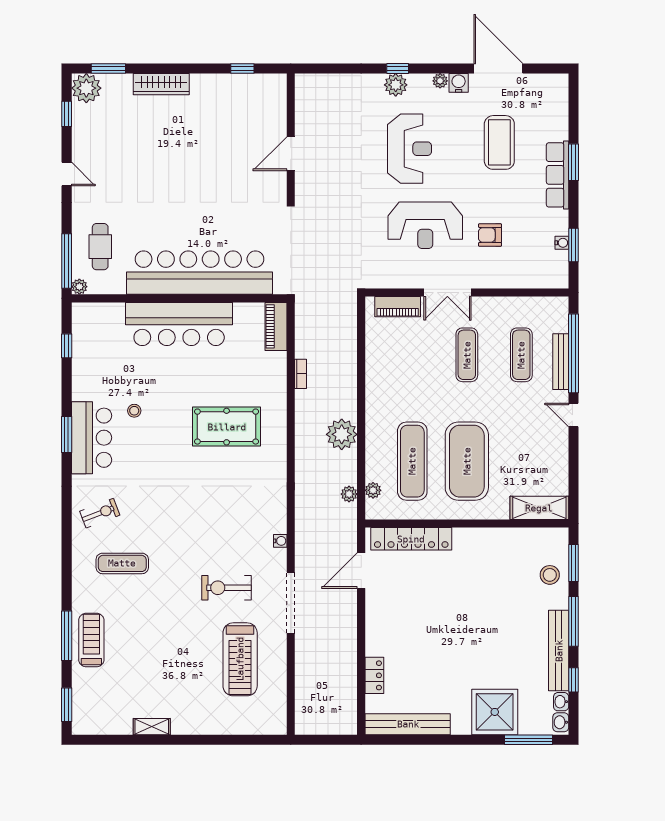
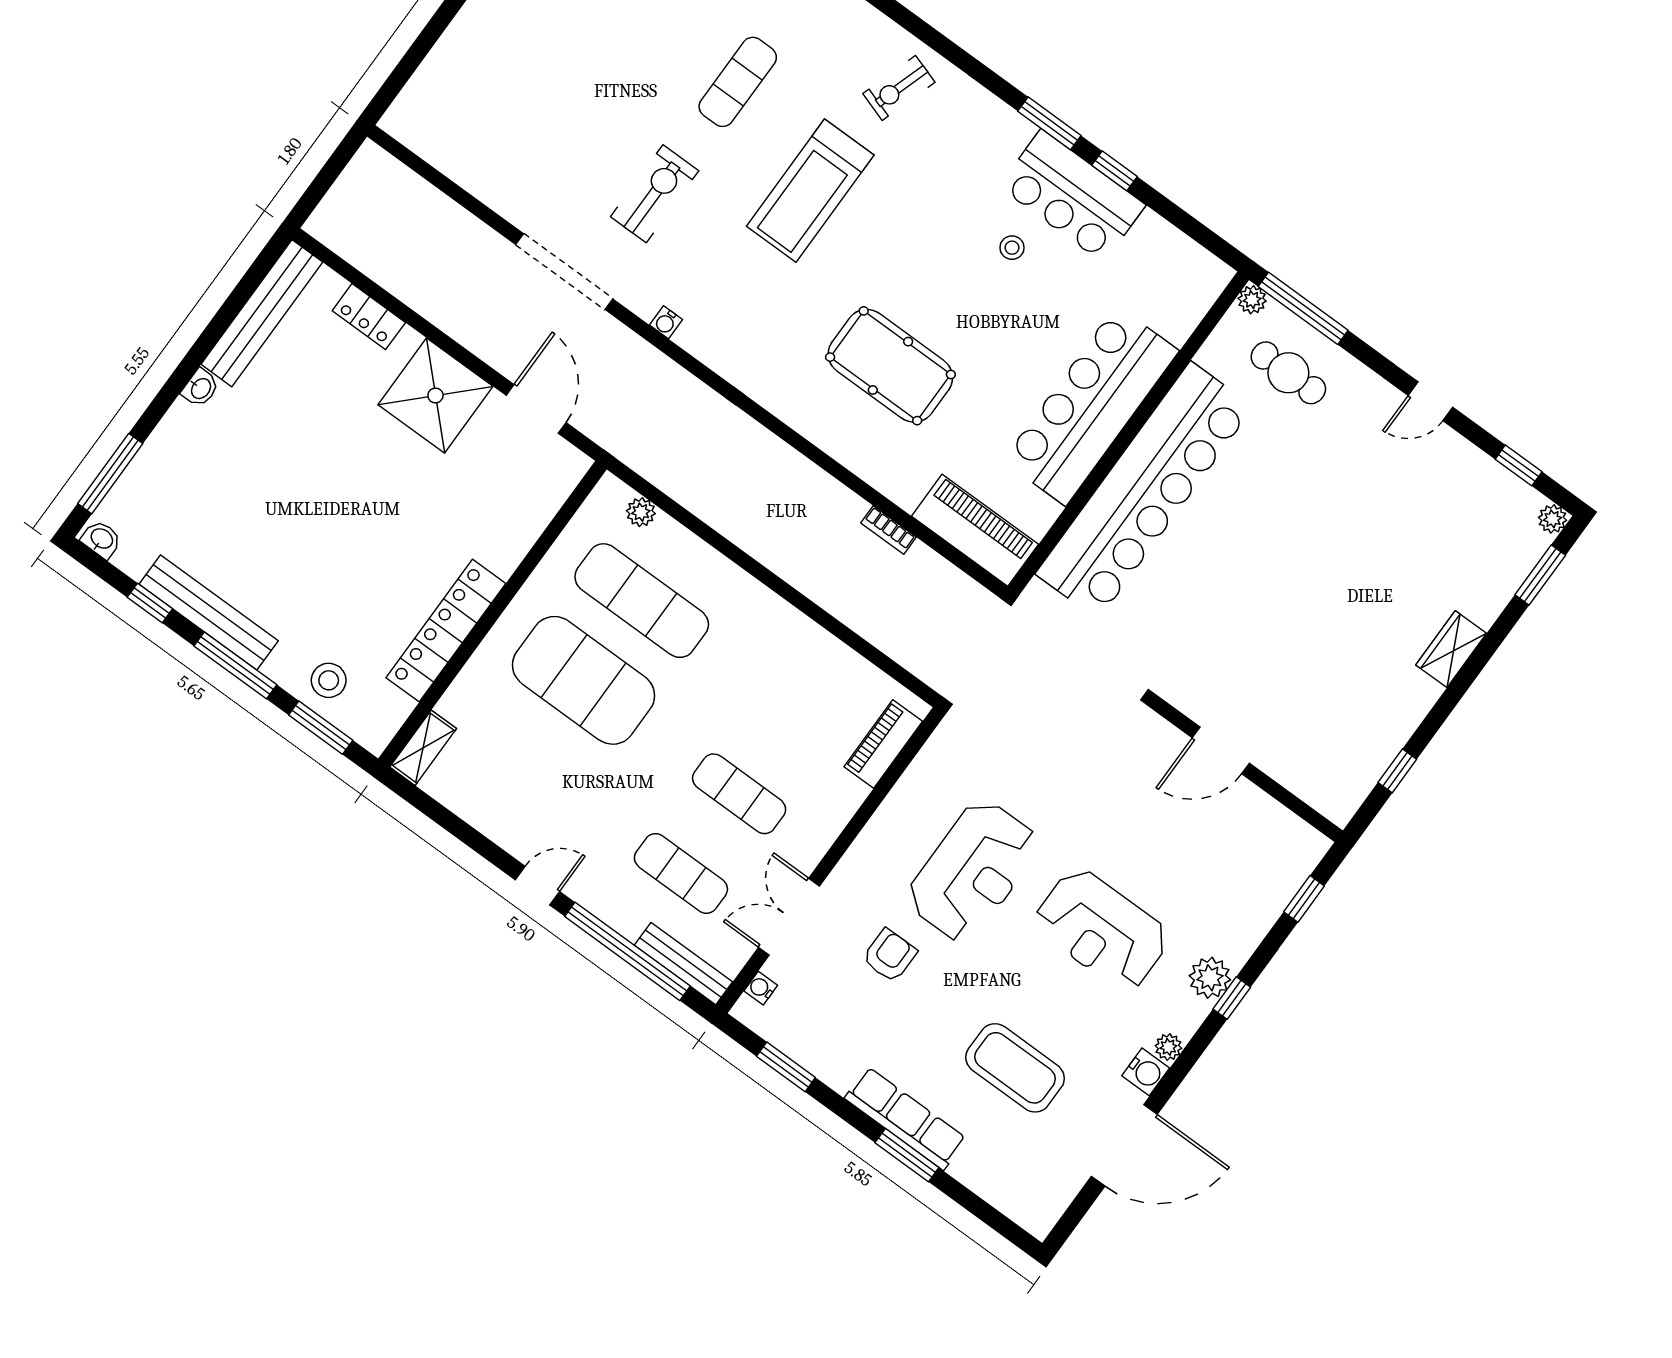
window: (330, 68) -> (1304, 899), added
wardrobe: (161, 84) -> (1451, 649), width x0.67
plant: (86, 88) -> (1552, 519), width x0.53, depth x0.53
door: (291, 154) -> (1221, 750), swing flipped
reception desk: (425, 225) -> (973, 871), turned 180
water cooler: (562, 243) -> (761, 988), moved, turned 90
double door: (447, 293) -> (789, 917), moved
piano: (276, 326) -> (975, 530), width x1.37, depth x1.33
window: (67, 346) -> (1115, 171), moved
bench: (561, 362) -> (683, 964), moved
pool table: (227, 427) -> (890, 366), turned 90
plant: (342, 434) -> (756, 526), removed
bar counter: (92, 438) -> (1072, 196), moved
plant: (349, 494) -> (661, 473), removed
shelving: (539, 508) -> (423, 748), width x0.67, depth x0.75
exercise bike: (100, 513) -> (899, 88), turned 39
locker: (411, 539) -> (446, 631), moved
exercise mat: (122, 563) -> (738, 82), moved
treadmill: (240, 659) -> (810, 191), moved, turned -90
washbasin: (561, 702) -> (200, 388), moved, turned 90
shower: (495, 712) -> (435, 396), moved

